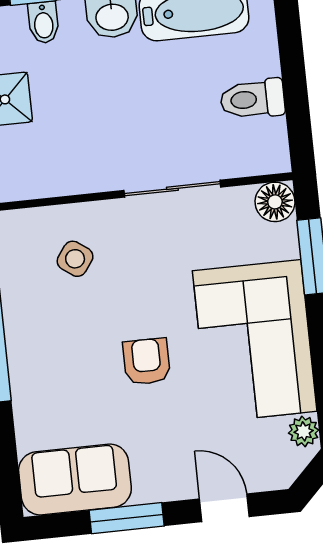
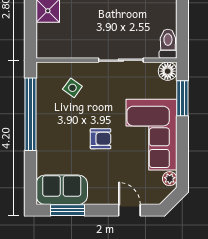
toilet: (252, 99) -> (168, 44), moved, turned 90
armchair: (147, 362) -> (101, 139), turned 90
window: (127, 518) -> (67, 210), moved

